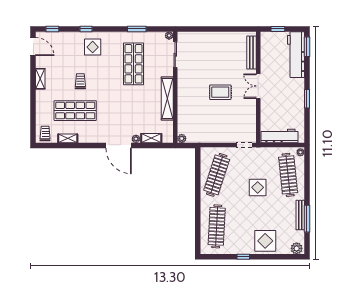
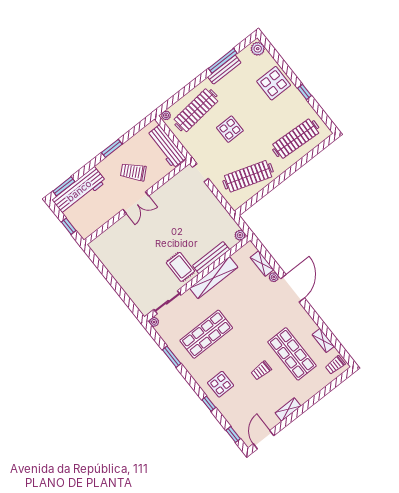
bench: (251, 52) -> (211, 258), moved
rug: (220, 92) -> (180, 267), moved
trolley: (280, 101) -> (133, 172), added

